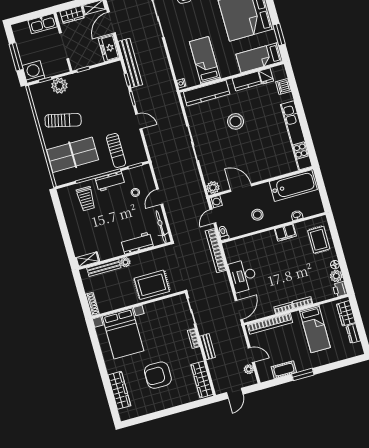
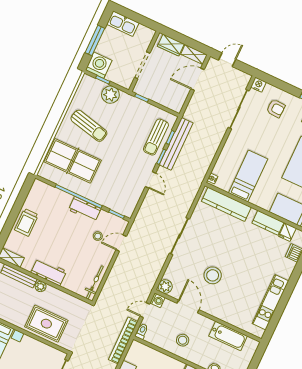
kitchen sink: (43, 24) -> (123, 24), moved
freezer: (109, 48) -> (177, 99), removed
bench: (130, 63) -> (176, 144), moved
stool: (236, 121) -> (213, 275), moved
kitchen unit: (296, 135) -> (270, 302), width x0.73
sun lounger: (116, 150) -> (156, 137), moved
bathtub: (293, 186) -> (228, 336), width x0.73, depth x0.73
door: (160, 197) -> (121, 243), moved
trolley: (86, 199) -> (26, 222), moved
workbench: (137, 243) -> (49, 272), moved

